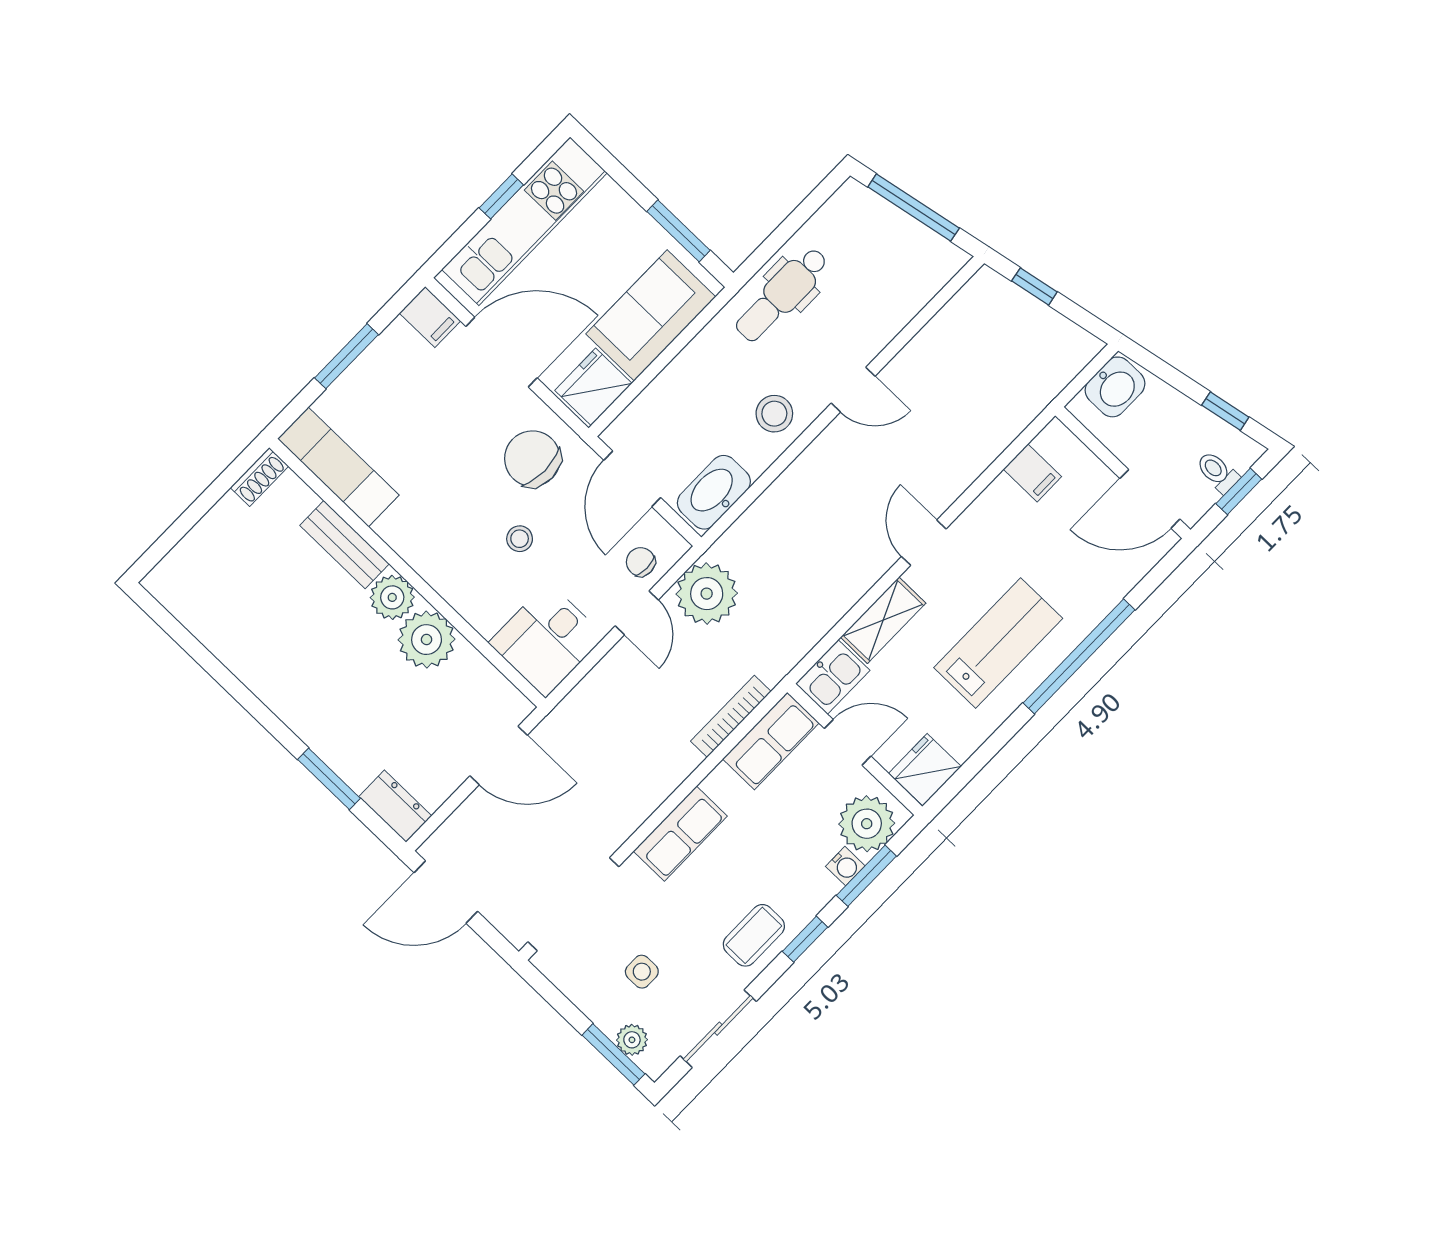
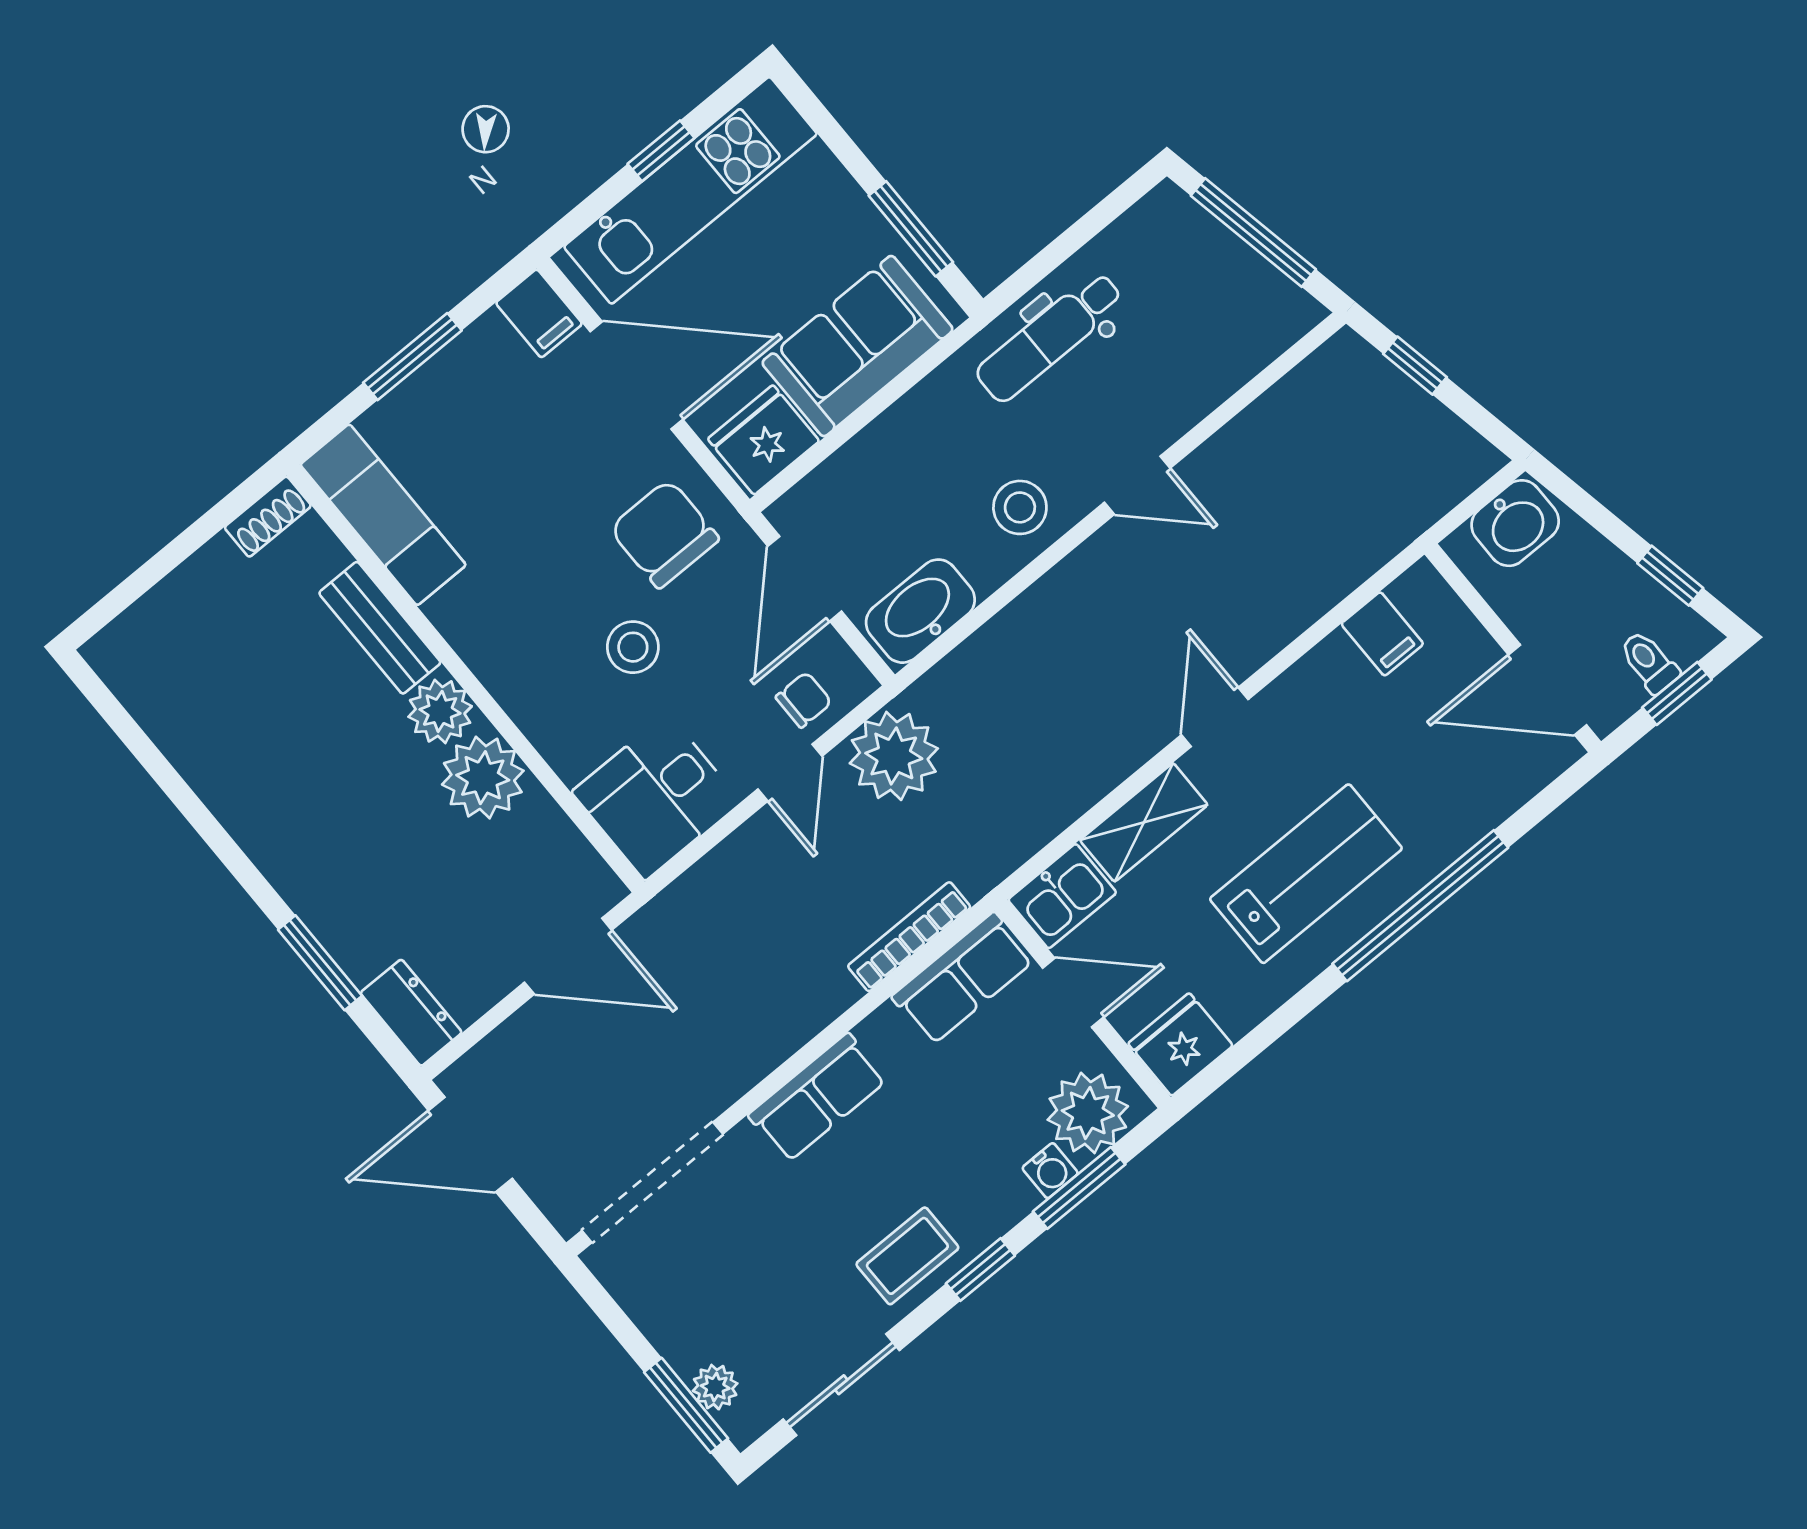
stool: (520, 539) -> (633, 647), width x1.37, depth x1.37
chair: (641, 562) -> (804, 700), turned 90
side table: (642, 972) -> (740, 1290), removed

